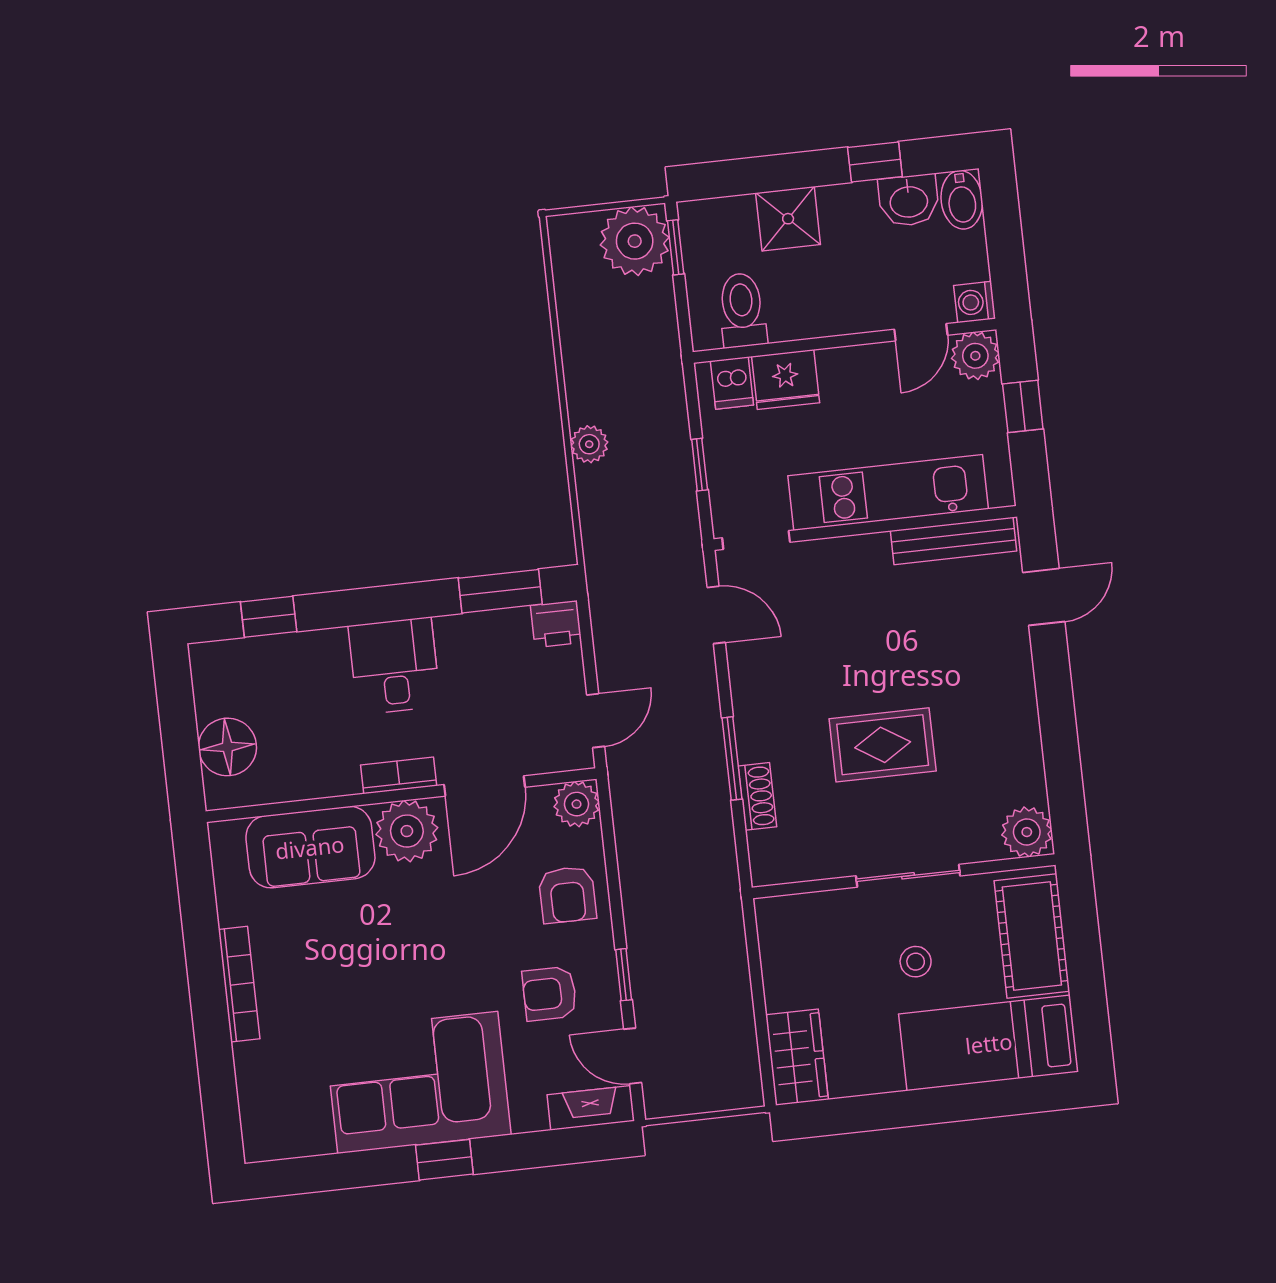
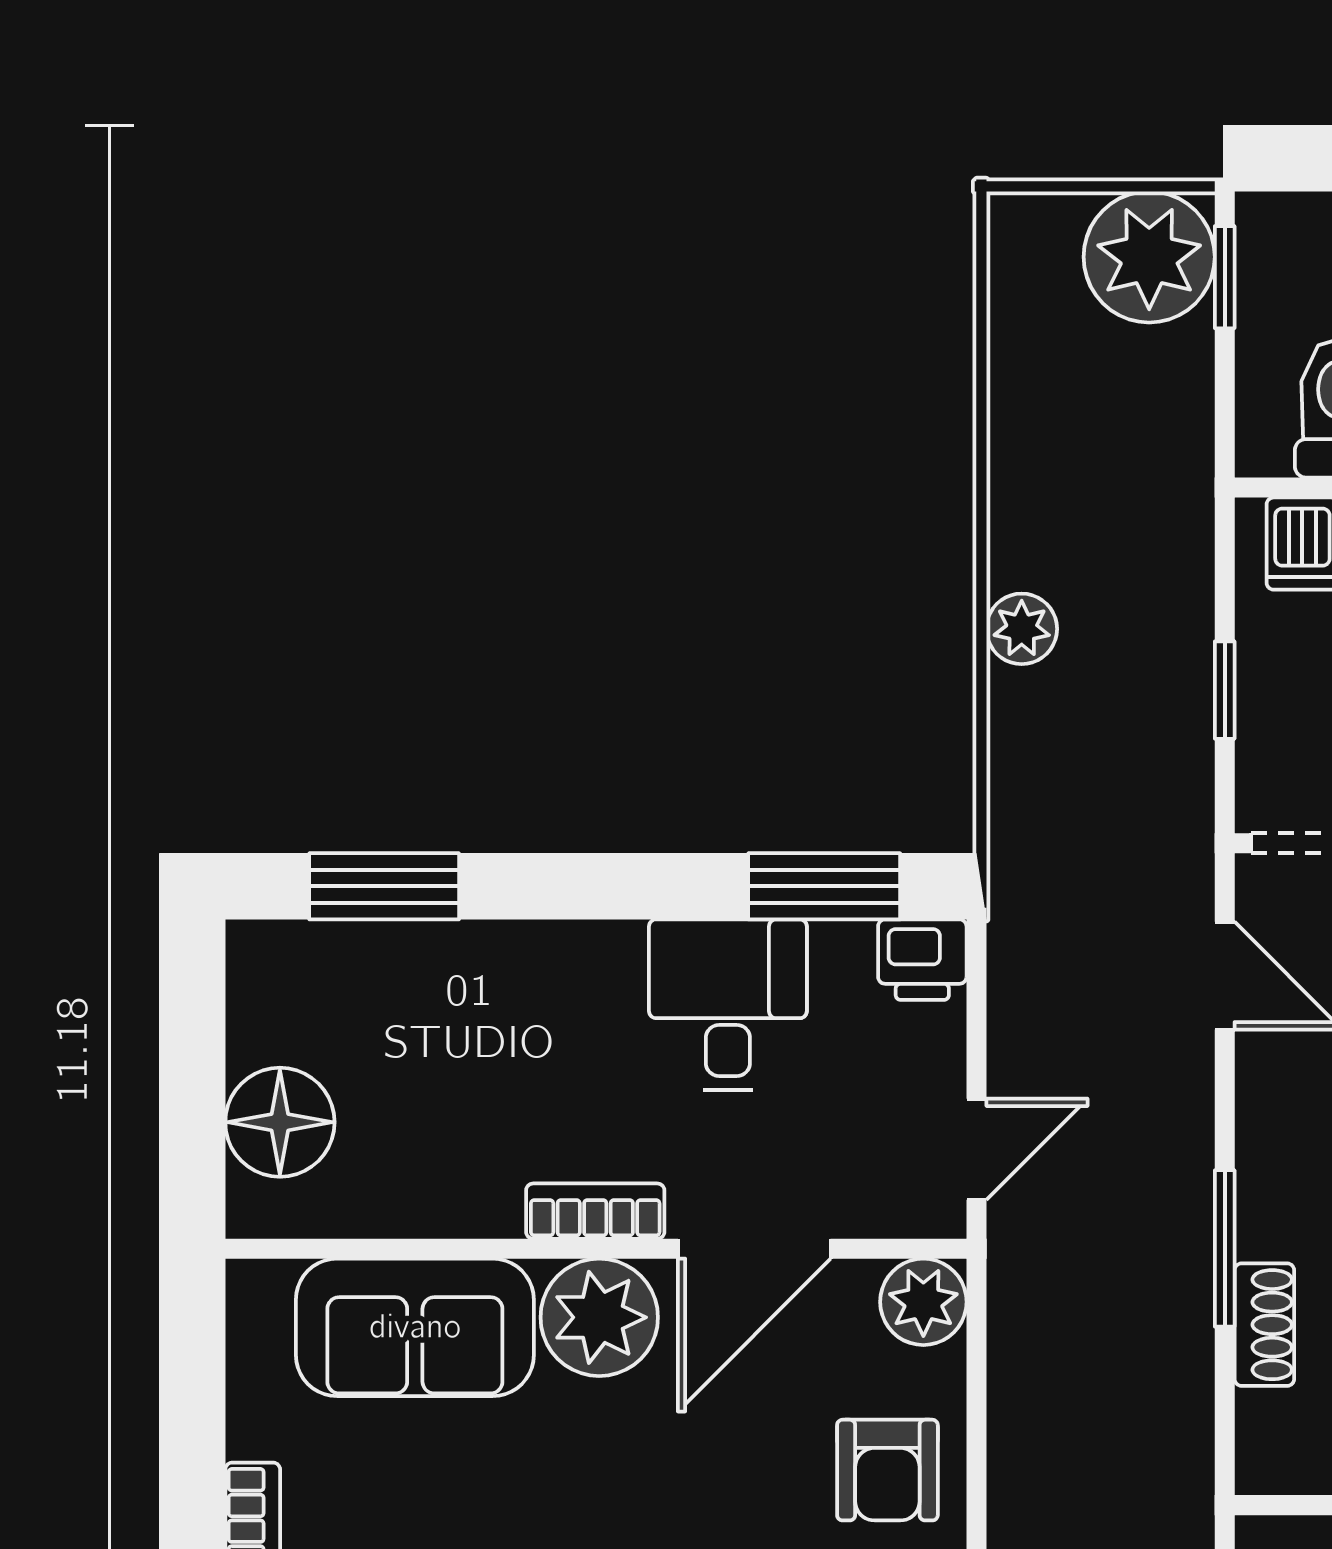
window: (269, 617) -> (384, 886), width x1.50
desk: (394, 666) -> (728, 1005), moved

